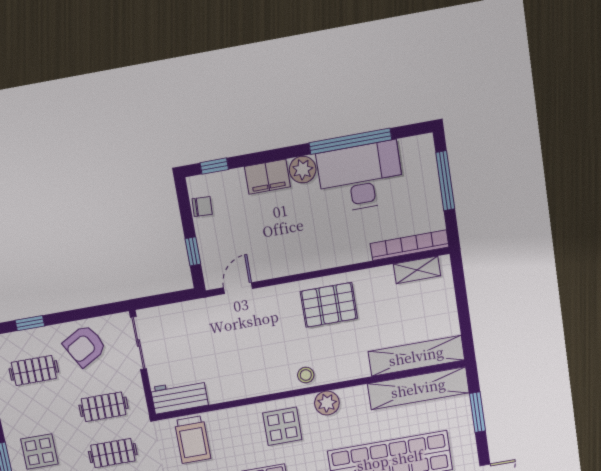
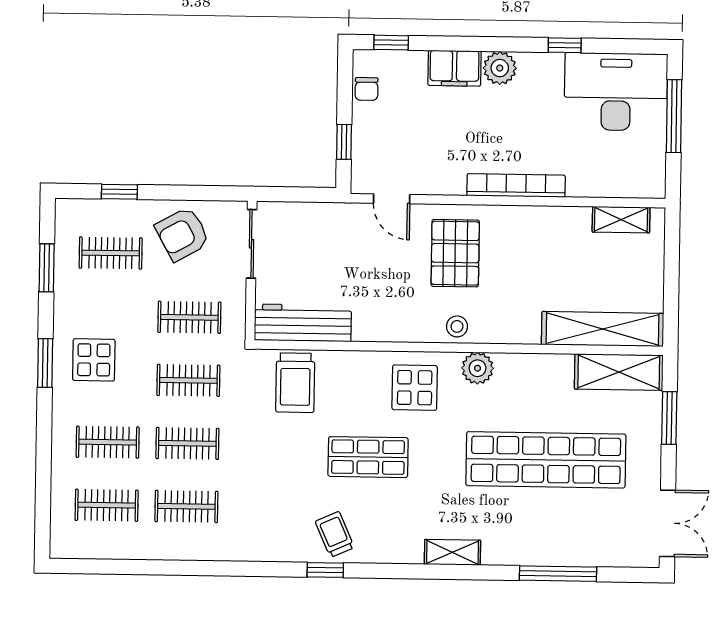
window: (350, 141) -> (565, 45), width x0.32
desk: (360, 177) -> (616, 92), moved
chair: (202, 207) -> (367, 89), turned 87
bookcase: (409, 245) -> (516, 185), moved
door: (238, 288) -> (392, 199), swing flipped
pallet: (329, 305) -> (455, 253), moved, turned 90
shelving: (418, 388) -> (619, 372), width x0.68
workbench: (179, 396) -> (303, 323), width x1.38

